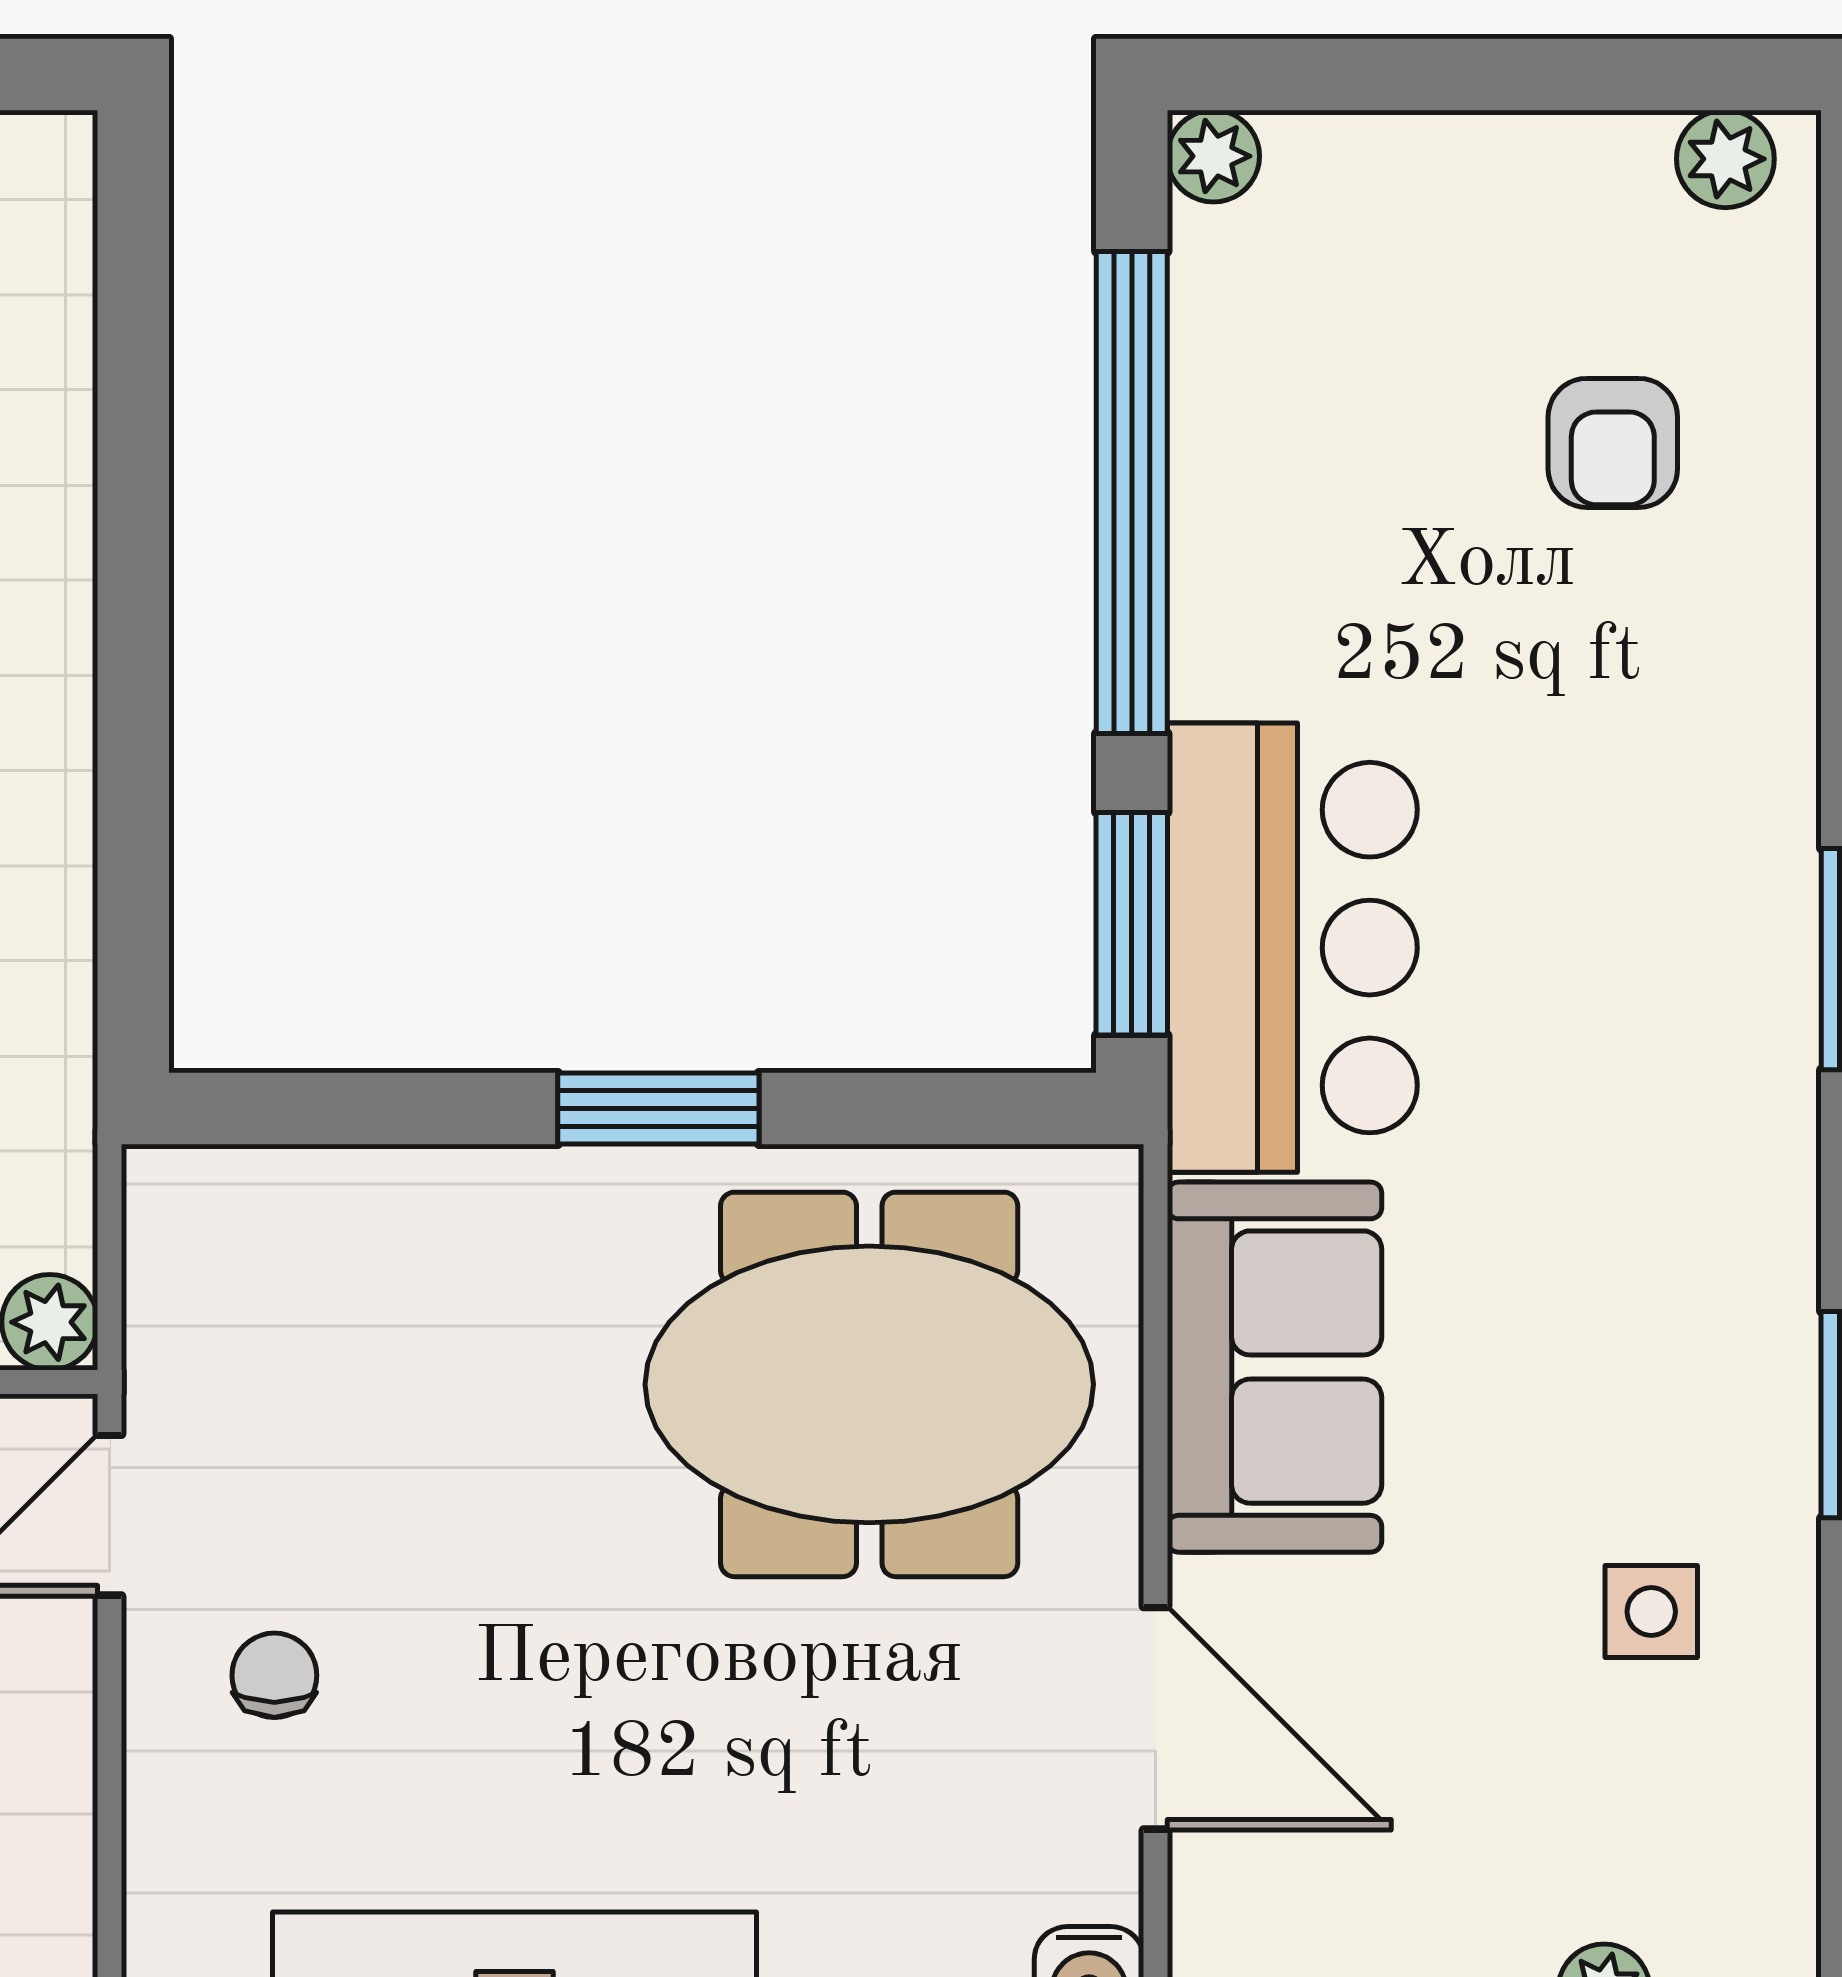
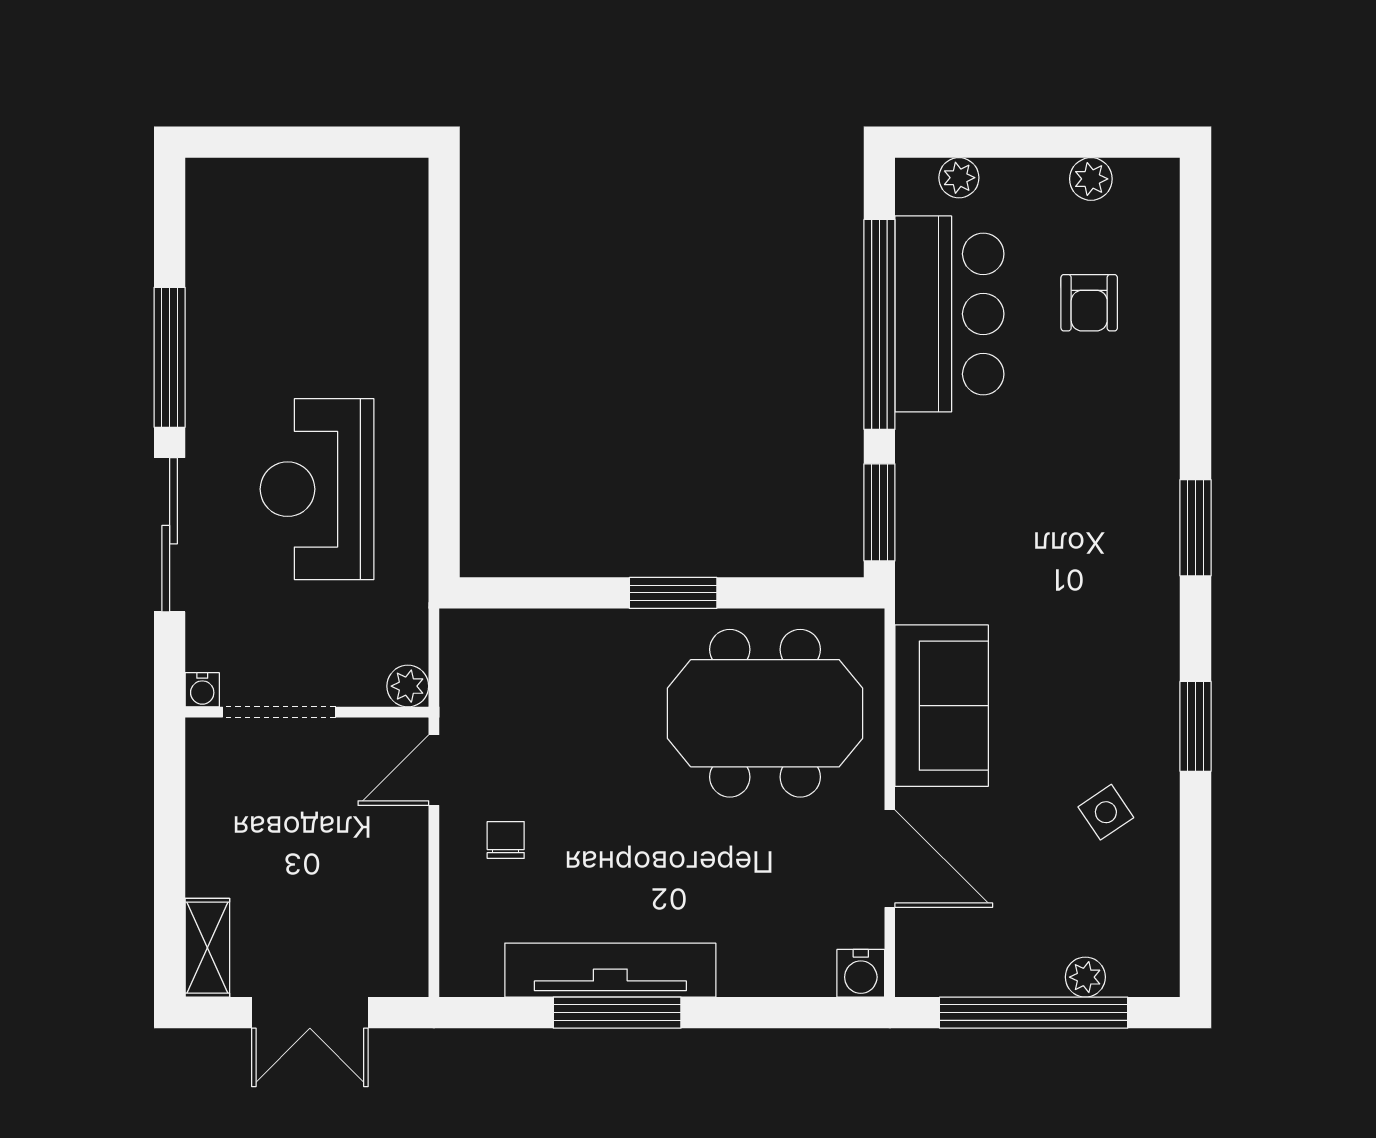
plant: (1213, 156) -> (959, 178), moved
plant: (1725, 159) -> (1091, 179), moved
bar counter: (1292, 948) -> (949, 314), moved
side table: (1651, 1612) -> (1106, 812), turned -34

